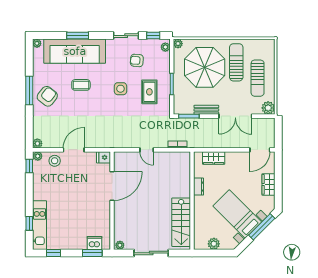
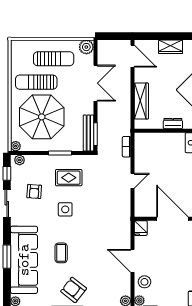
bench: (206, 110) -> (88, 133), moved, width x1.36
wardrobe: (214, 158) -> (141, 101), width x1.50

